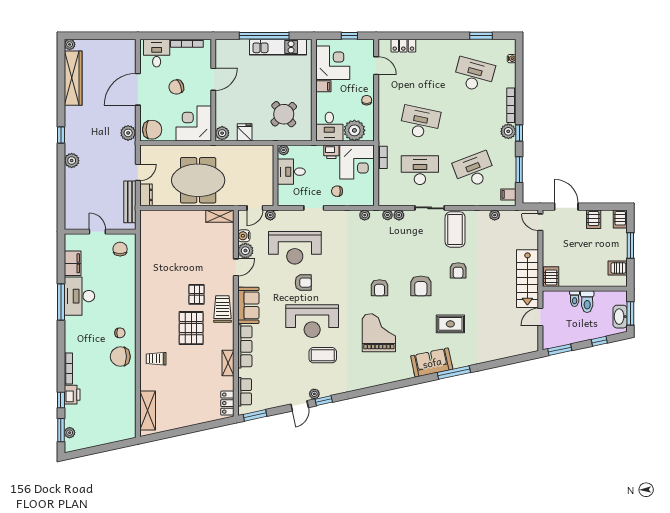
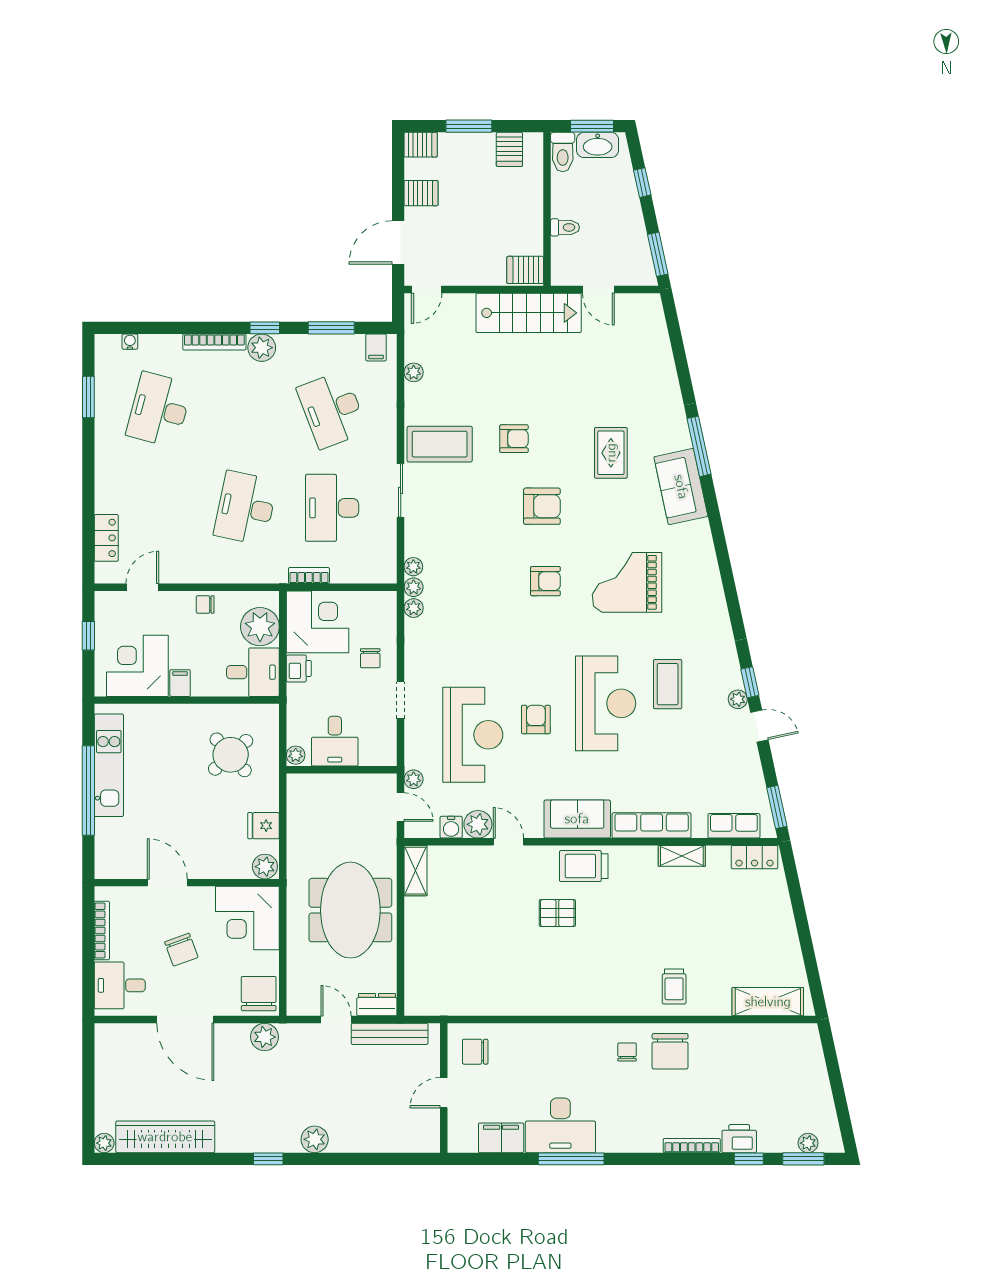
plant: (399, 215) -> (414, 587), moved
toilet: (587, 302) -> (563, 152), moved, turned 90
pallet: (191, 328) -> (618, 923), removed

